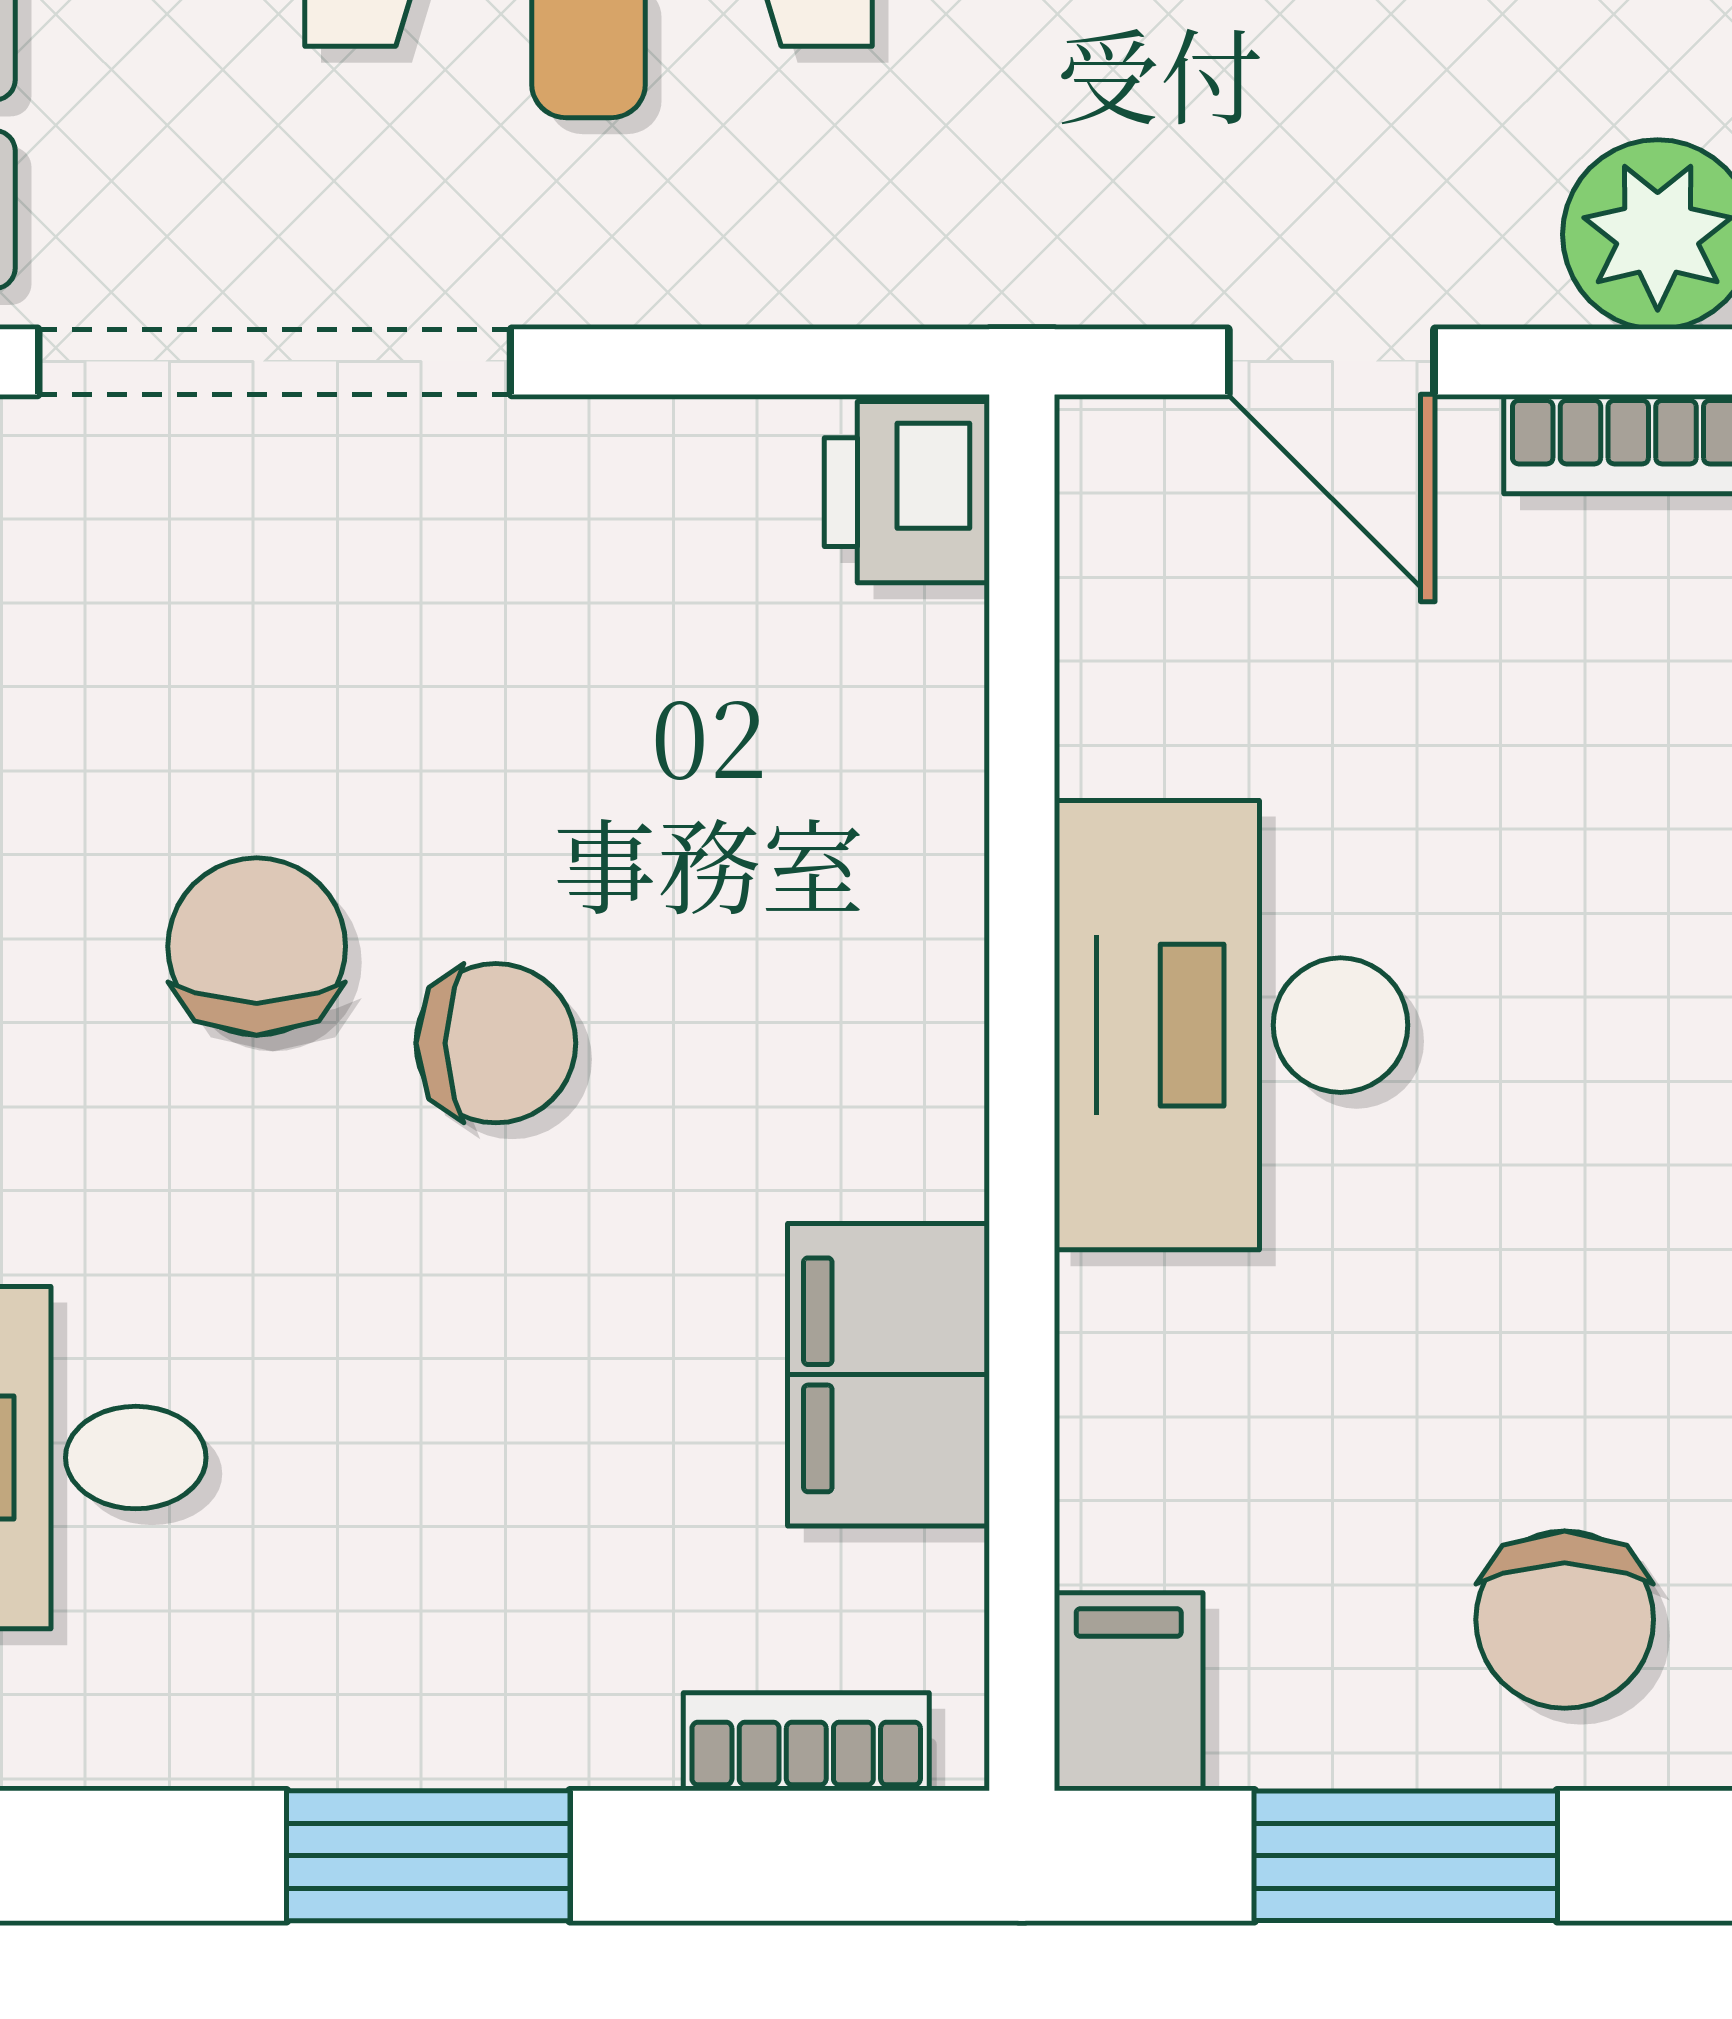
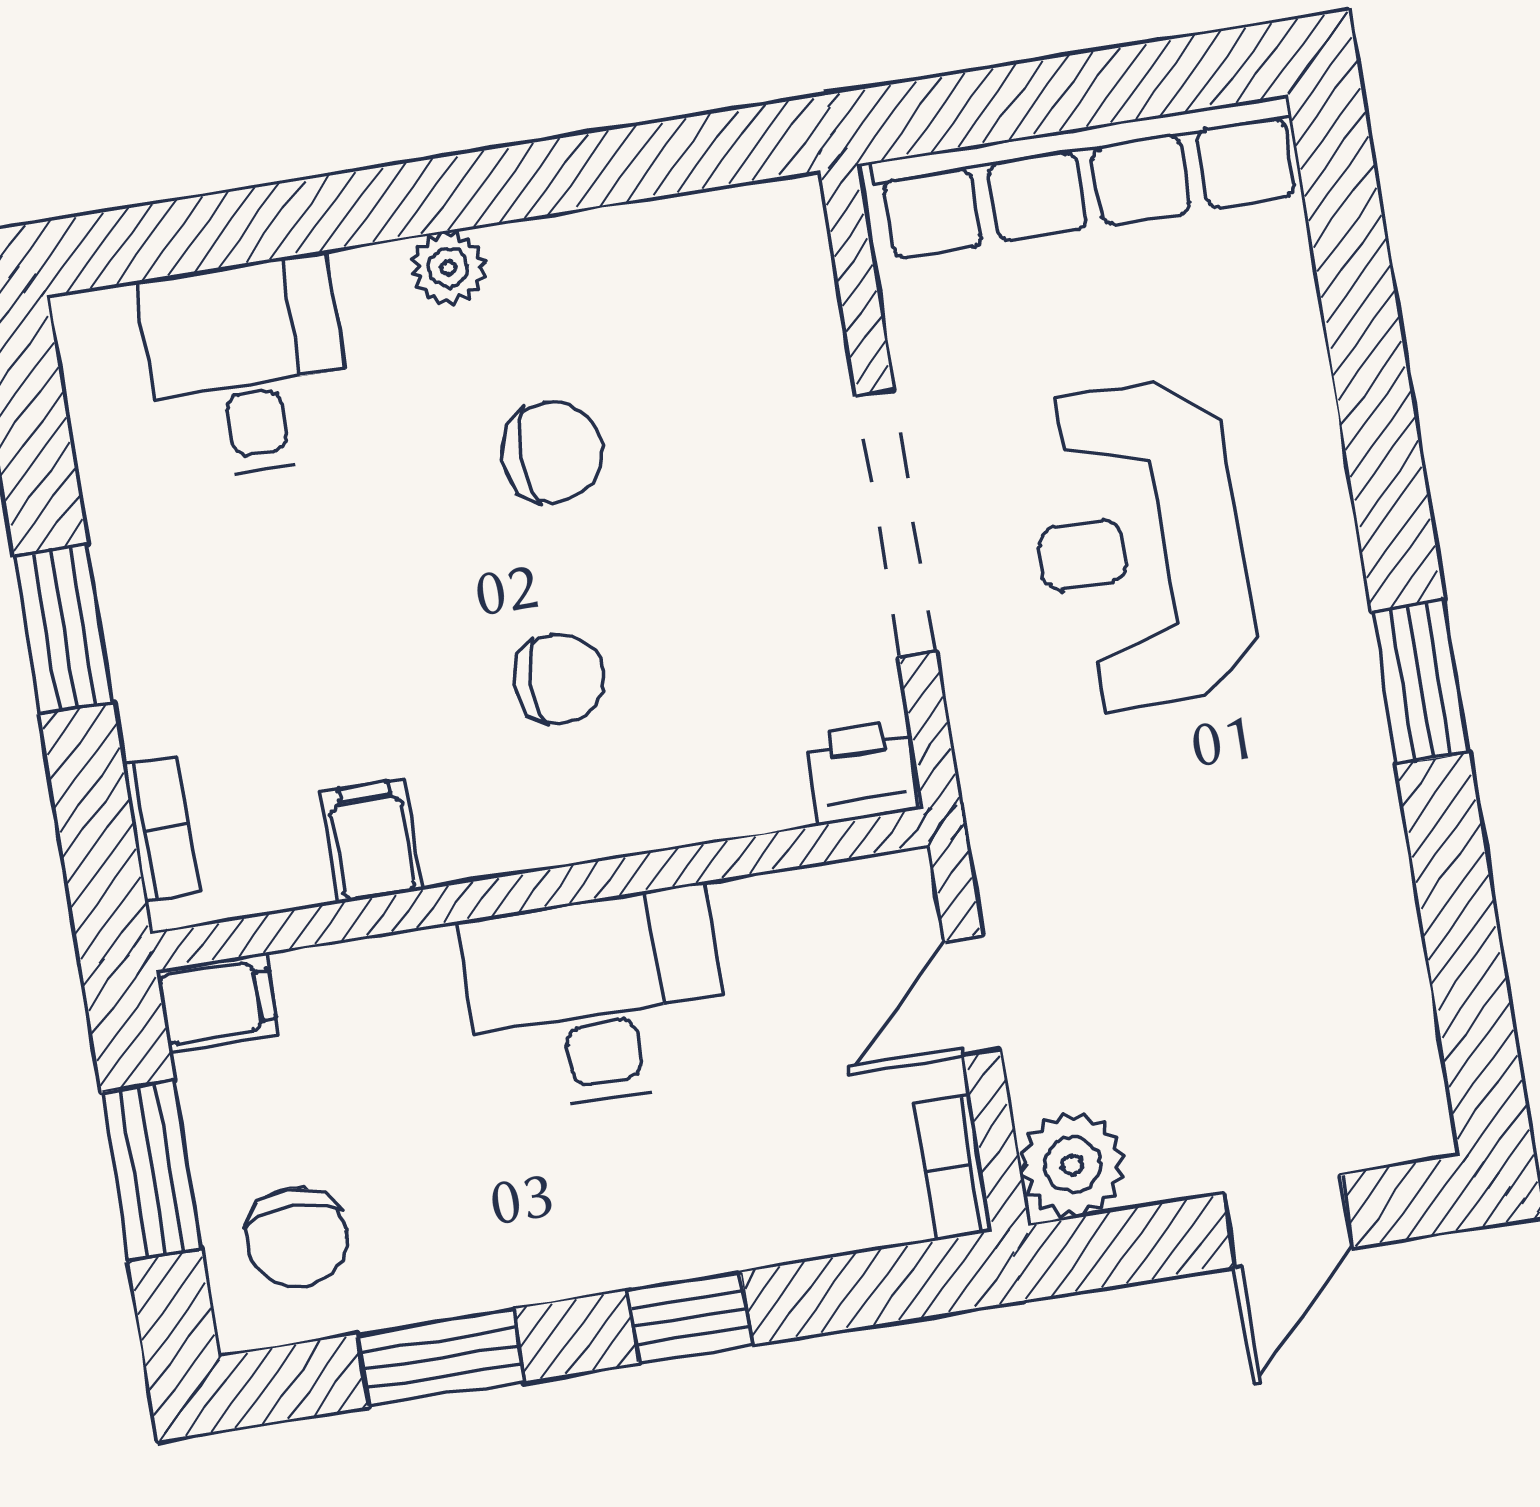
doorway: (275, 362) -> (896, 524), moved
chair: (496, 1043) -> (559, 679), moved, turned -90
filing cabinet: (888, 1375) -> (371, 841), width x0.50
chair: (1565, 1620) -> (297, 1238), turned -90

